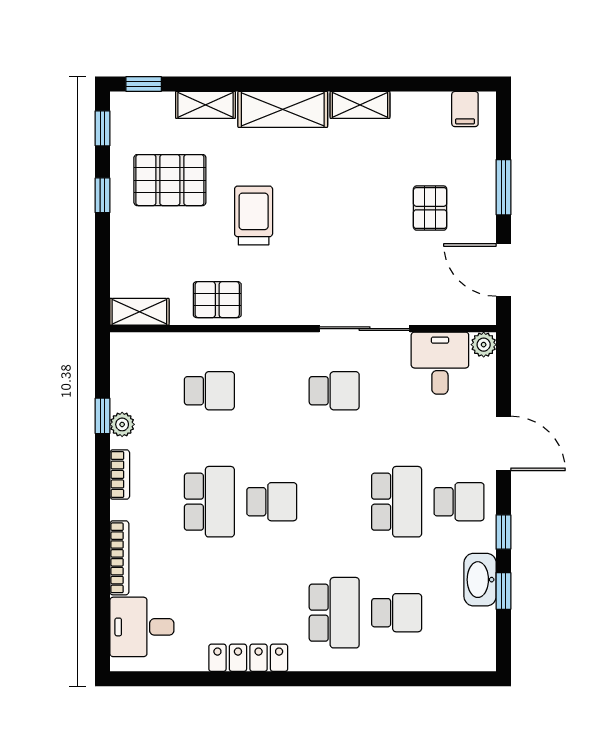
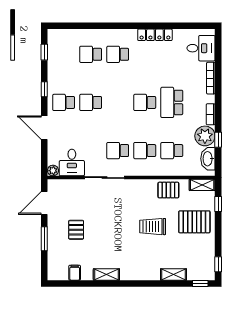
shelving: (283, 109) -> (140, 273), removed
filing cabinet: (465, 109) -> (75, 273), moved
pallet: (170, 180) -> (194, 222), moved
window: (103, 195) -> (218, 204), moved
trolley: (254, 215) -> (153, 227), turned 90
door: (503, 270) -> (44, 203), swing flipped
school desk: (272, 391) -> (145, 151), added
plant: (122, 424) -> (205, 136), width x1.87, depth x1.87
school desk: (397, 502) -> (91, 102), width x0.54
washbasin: (480, 580) -> (208, 159), moved, turned 180
window: (503, 591) -> (44, 52), moved
school desk: (334, 613) -> (118, 54), width x0.54

